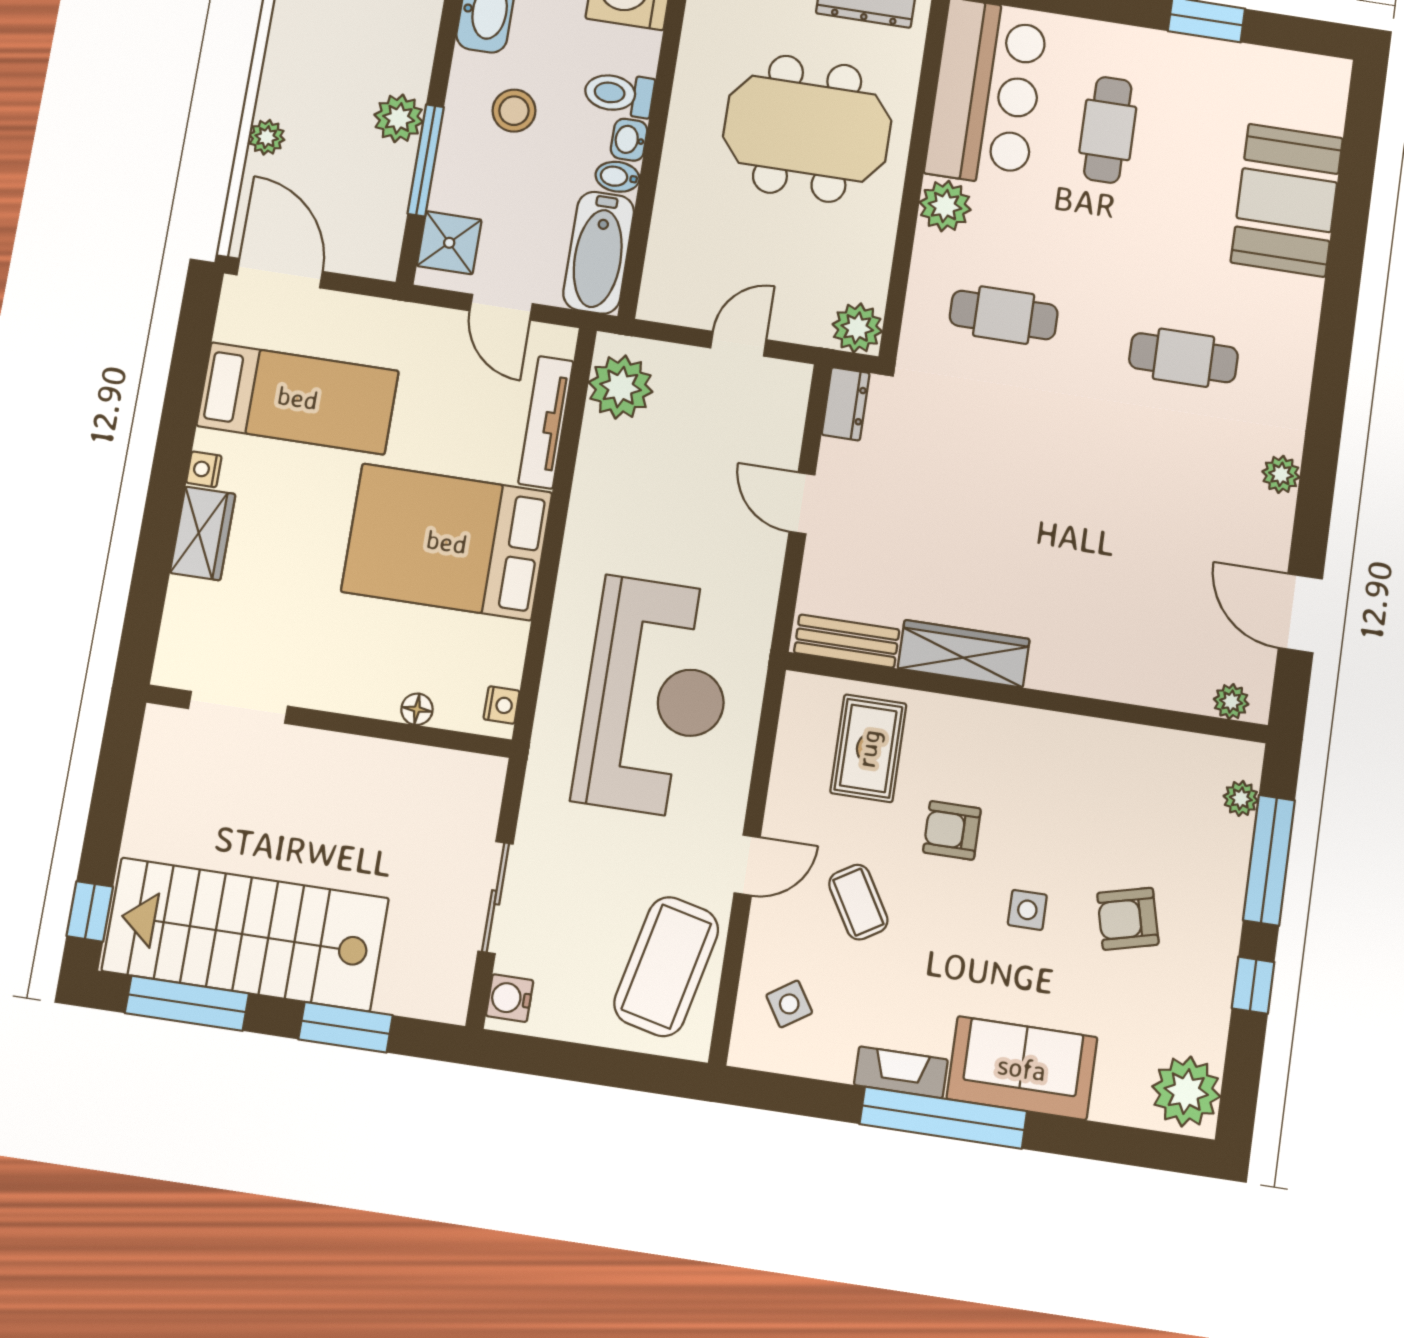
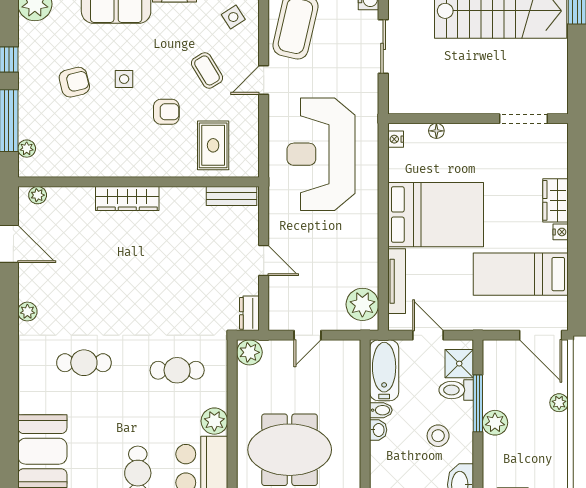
toilet: (619, 94) -> (456, 390), moved, turned 180
wardrobe: (964, 654) -> (127, 199), moved

